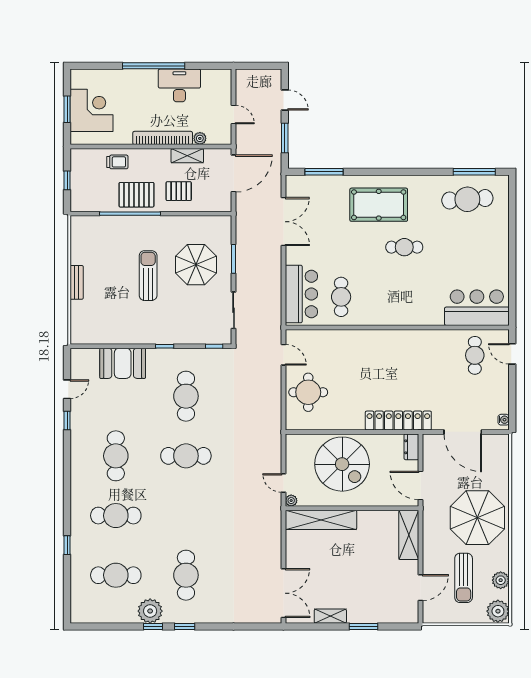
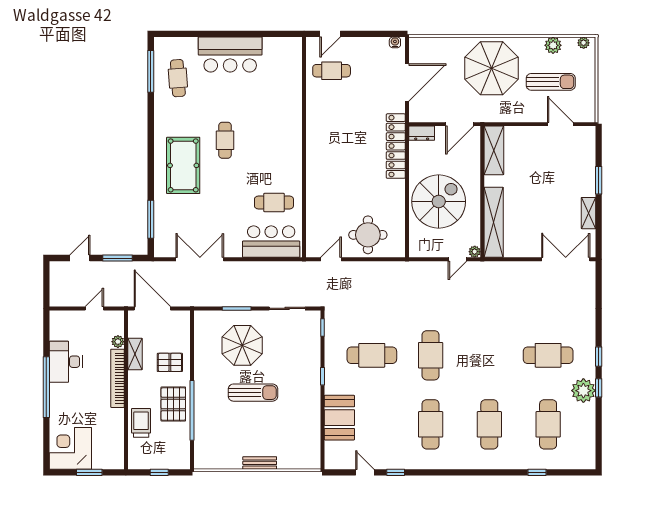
corner desk: (91, 110) -> (70, 448), moved
trolley: (117, 162) -> (141, 423), width x1.36, depth x1.39
pallet: (179, 191) -> (170, 362), turned 90
cafe table: (467, 199) -> (178, 78), width x0.73, depth x0.74
sun lounger: (148, 276) -> (253, 393), turned 180
bar counter: (477, 308) -> (230, 55), moved, turned -90
cafe table: (116, 456) -> (431, 424), turned 90
shelving: (409, 535) -> (494, 150), moved, turned 90
window: (67, 545) -> (537, 472), moved
plant: (498, 611) -> (584, 43), width x0.53, depth x0.53

